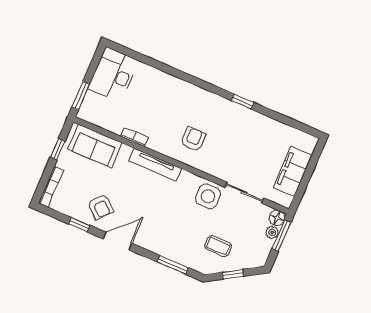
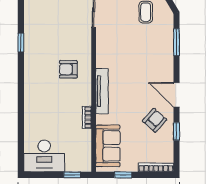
window: (81, 96) -> (72, 175), width x0.67
side table: (208, 196) -> (109, 38), removed

